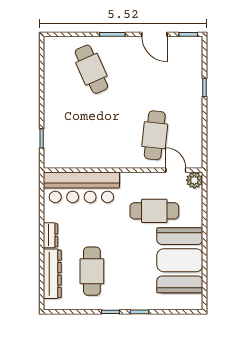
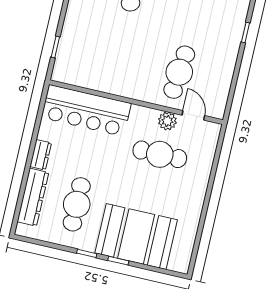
plant: (194, 180) -> (167, 121), moved
booth: (180, 260) -> (136, 236), moved, turned 90

